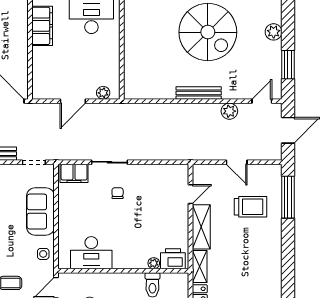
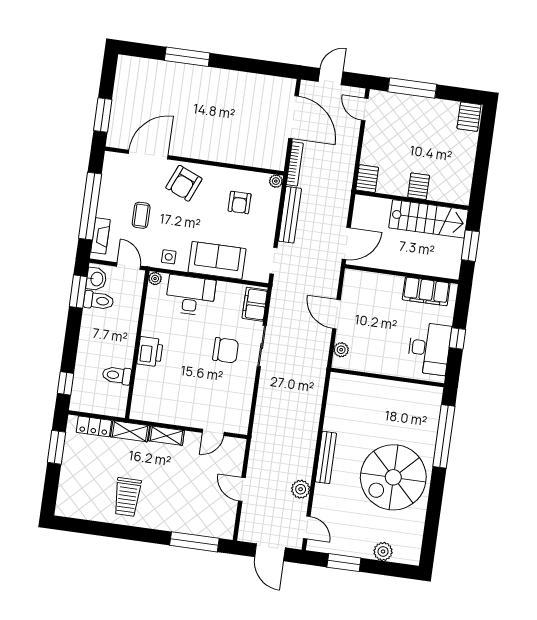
door: (237, 162) -> (242, 489), hinge flipped
chair: (118, 193) -> (226, 350), width x1.87, depth x1.87
door: (190, 194) -> (213, 432), hinge flipped
trolley: (250, 207) -> (127, 497), moved
shelving: (201, 227) -> (166, 436), width x0.67, depth x0.75
desk: (91, 253) -> (190, 295), moved, turned 90
printer: (173, 259) -> (150, 352), moved
plant: (154, 263) -> (155, 279), moved

